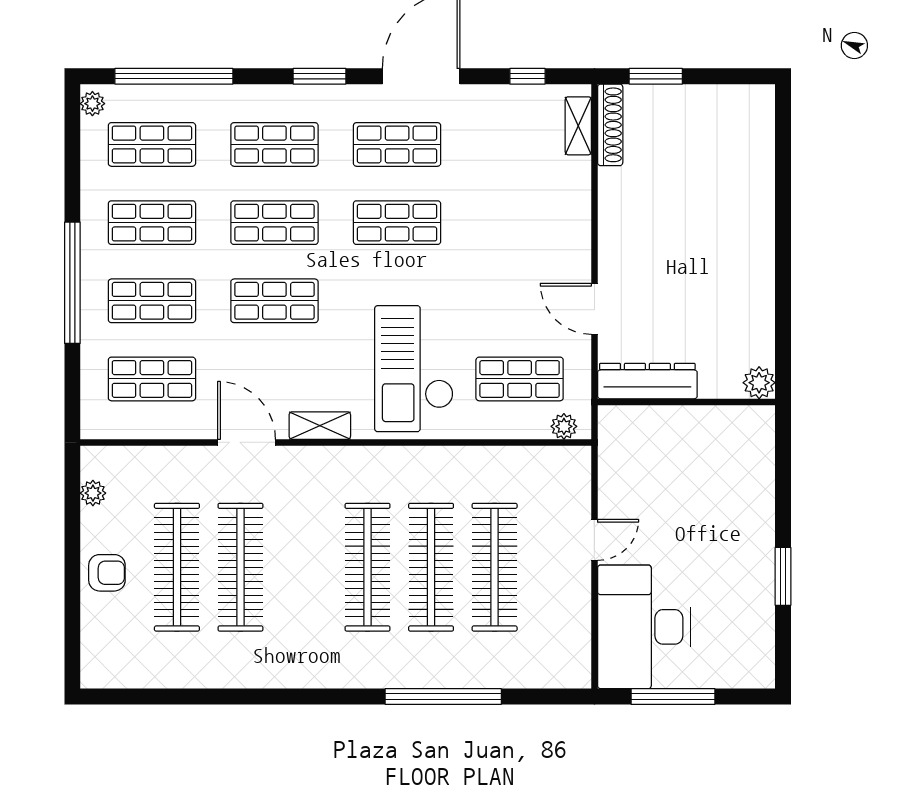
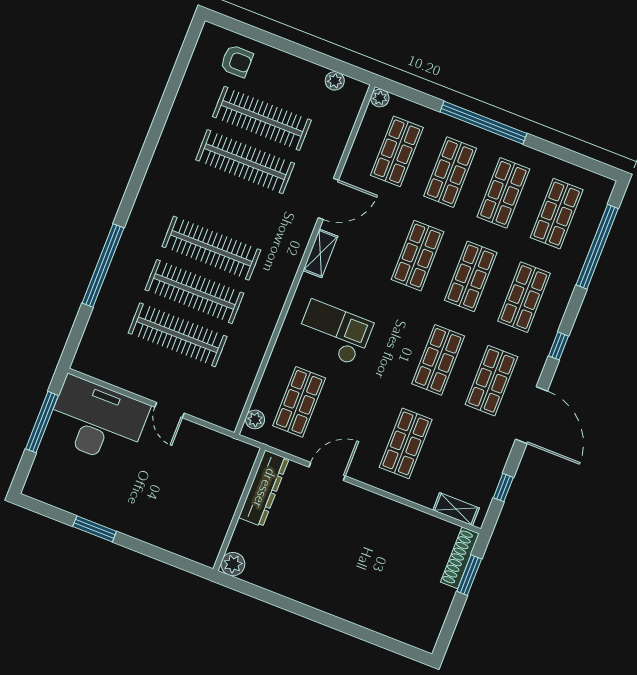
window: (320, 76) -> (559, 346), width x0.67
plant: (92, 104) -> (380, 98), moved
shoe rack: (610, 125) -> (460, 558), moved, turned 90
shop shelf: (520, 223) -> (406, 443), added
checkout: (414, 369) -> (334, 333), width x0.73, depth x0.83
armchair: (107, 573) -> (237, 61), moved, turned -90

